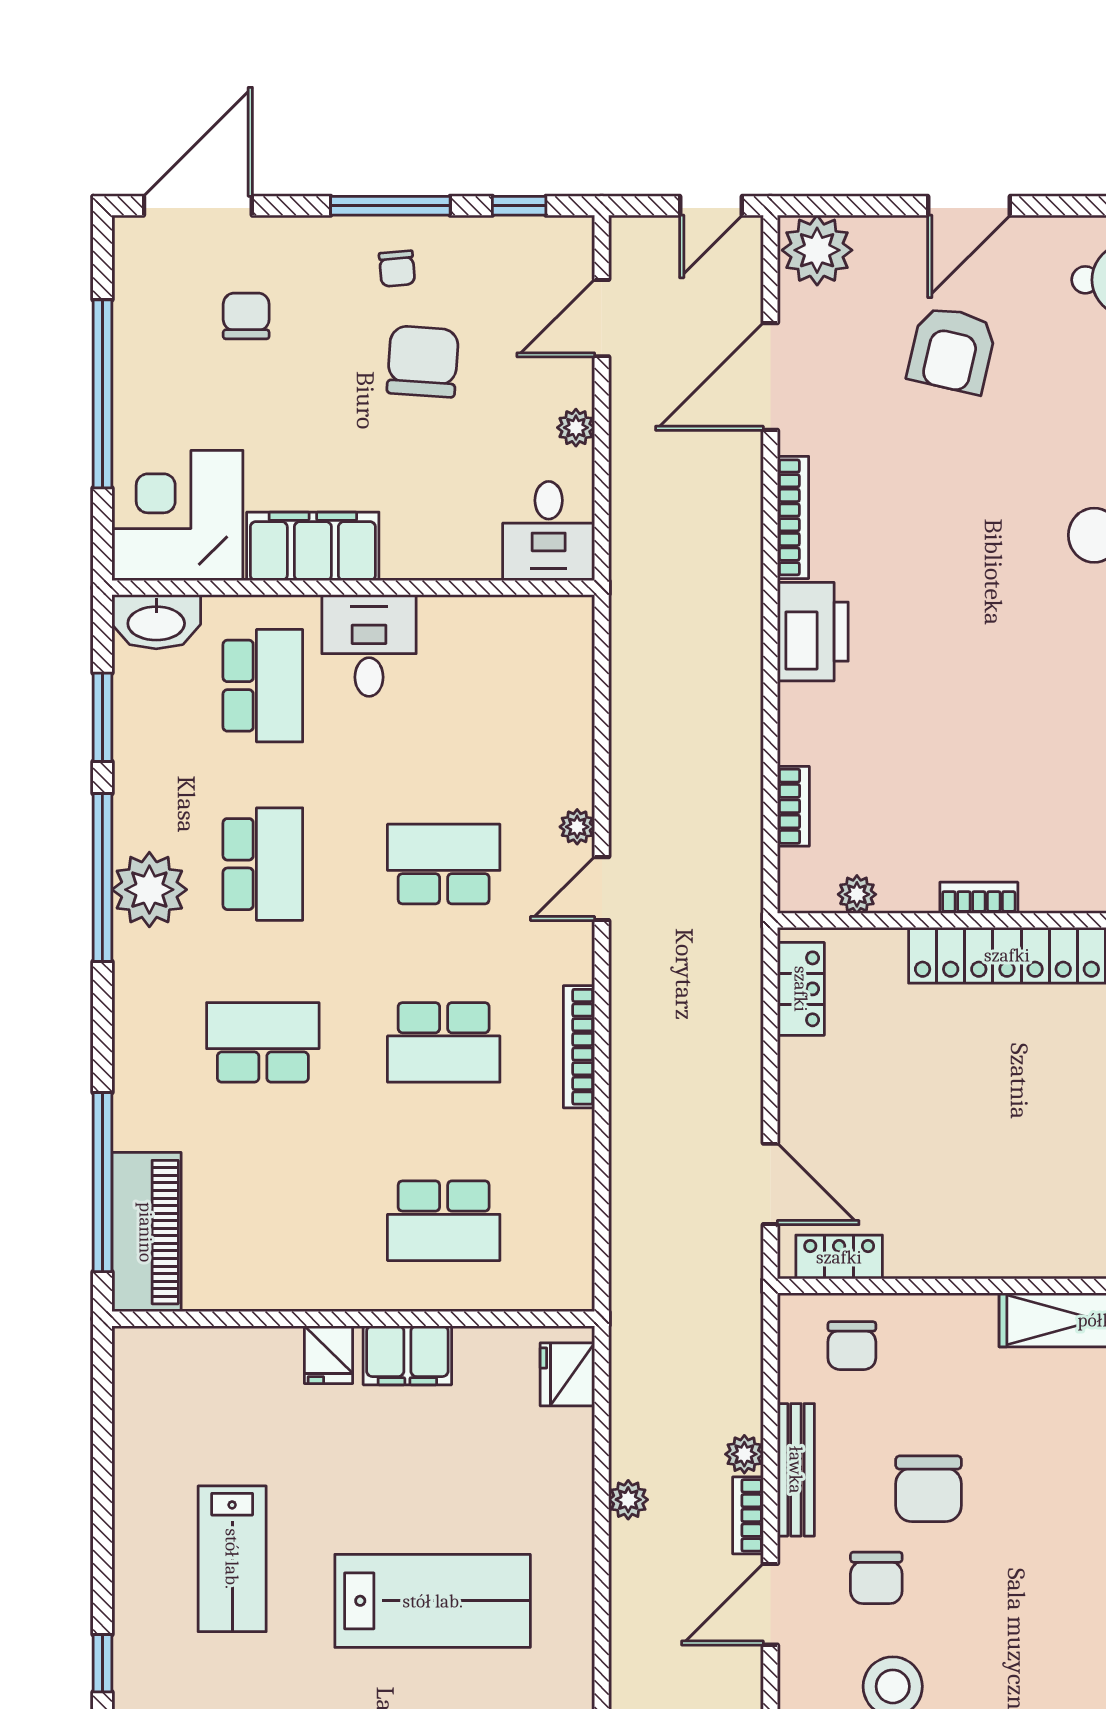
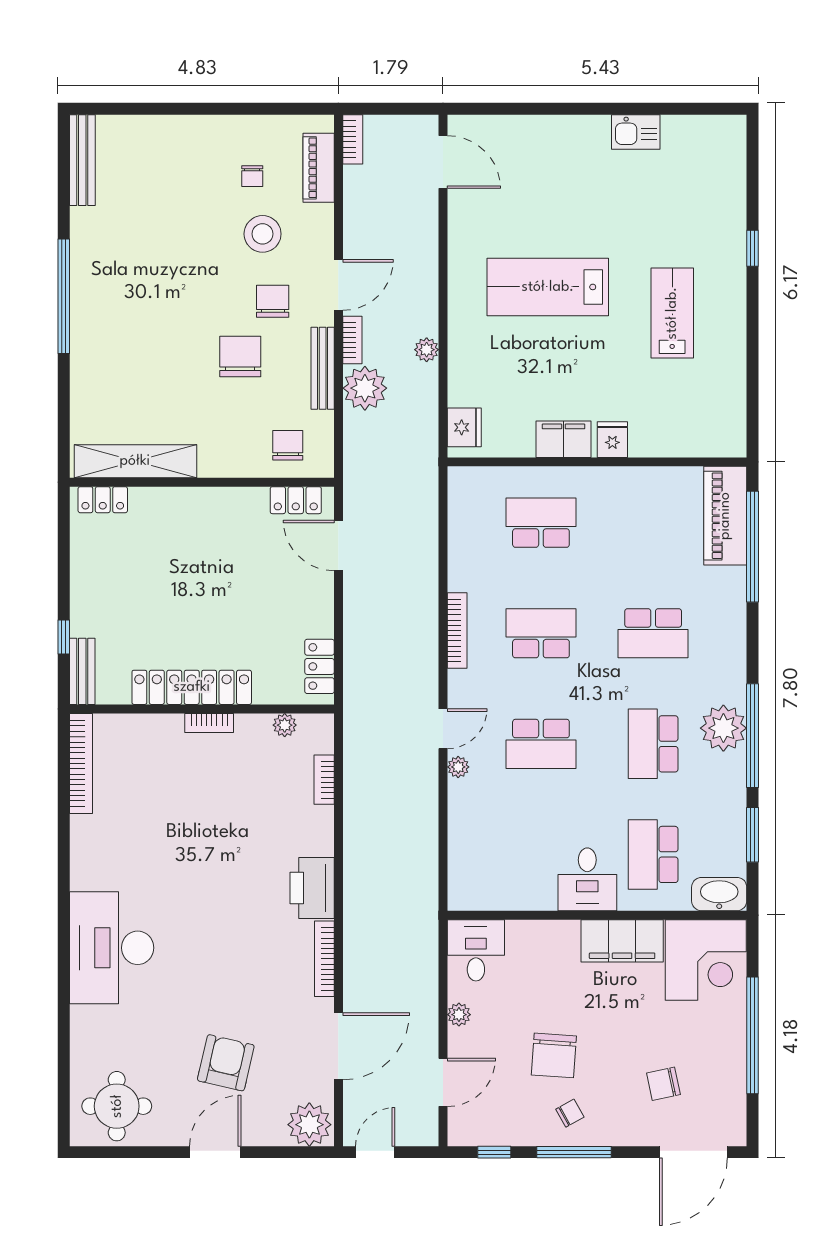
chair: (397, 269) -> (570, 1113), turned 66
chair: (246, 316) -> (663, 1084), turned 78
plant: (744, 1454) -> (365, 388), width x1.88, depth x1.88

